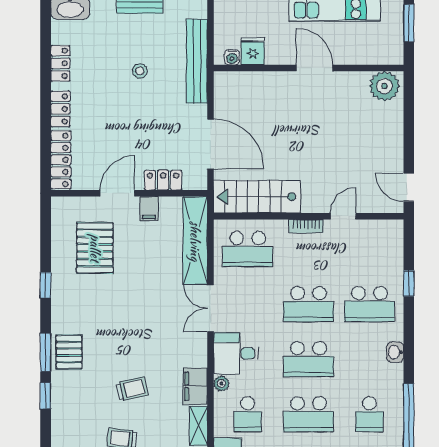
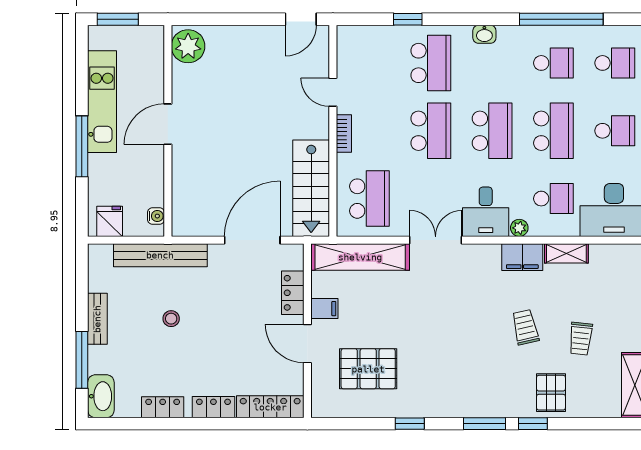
fridge: (253, 51) -> (110, 221), moved, turned 90
double door: (210, 308) -> (436, 240), swing flipped
pallet: (69, 352) -> (551, 393), moved, turned 90

